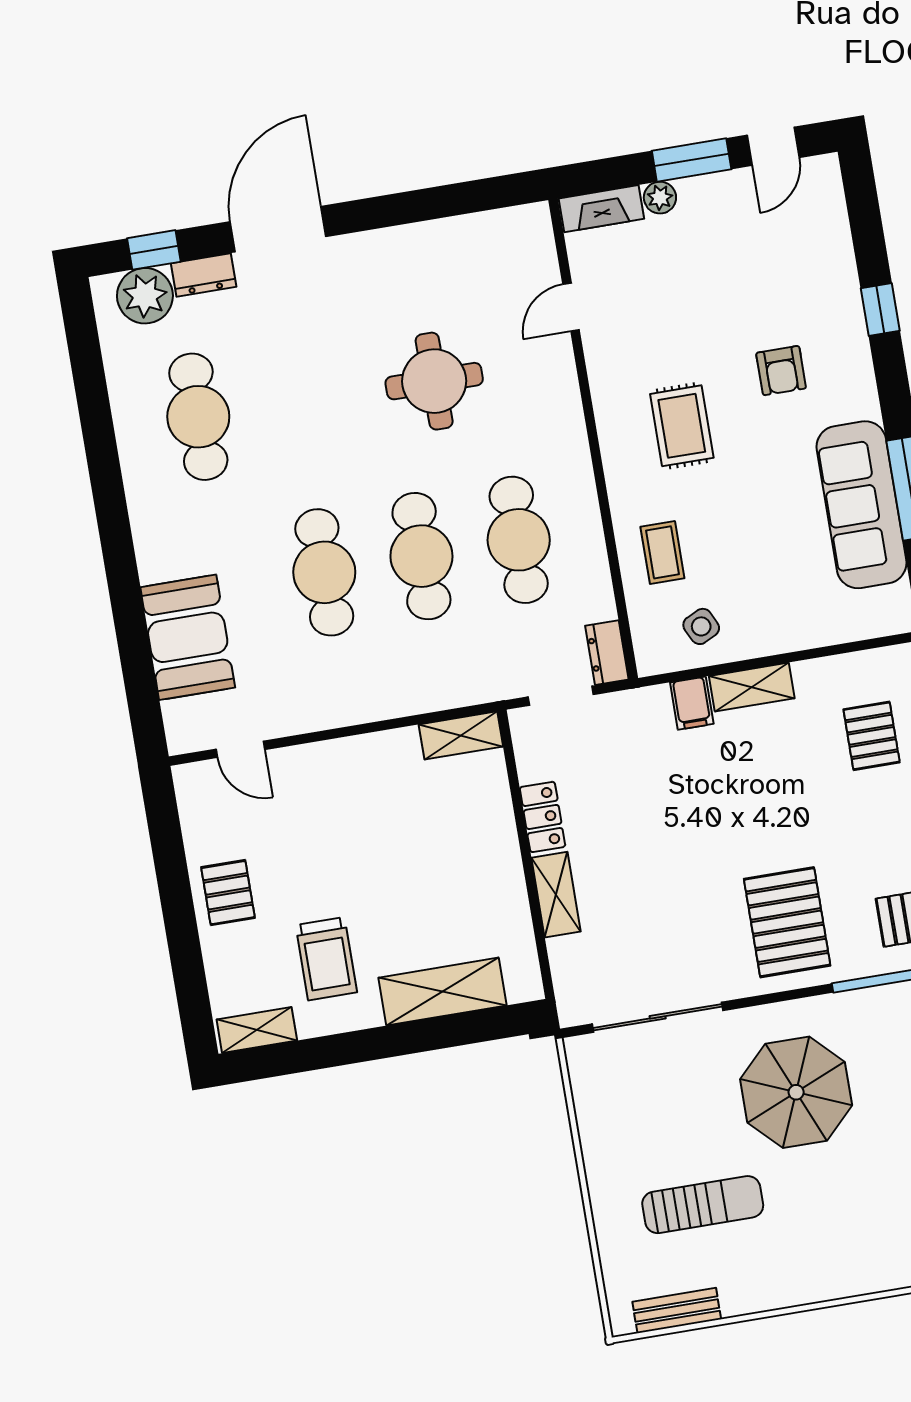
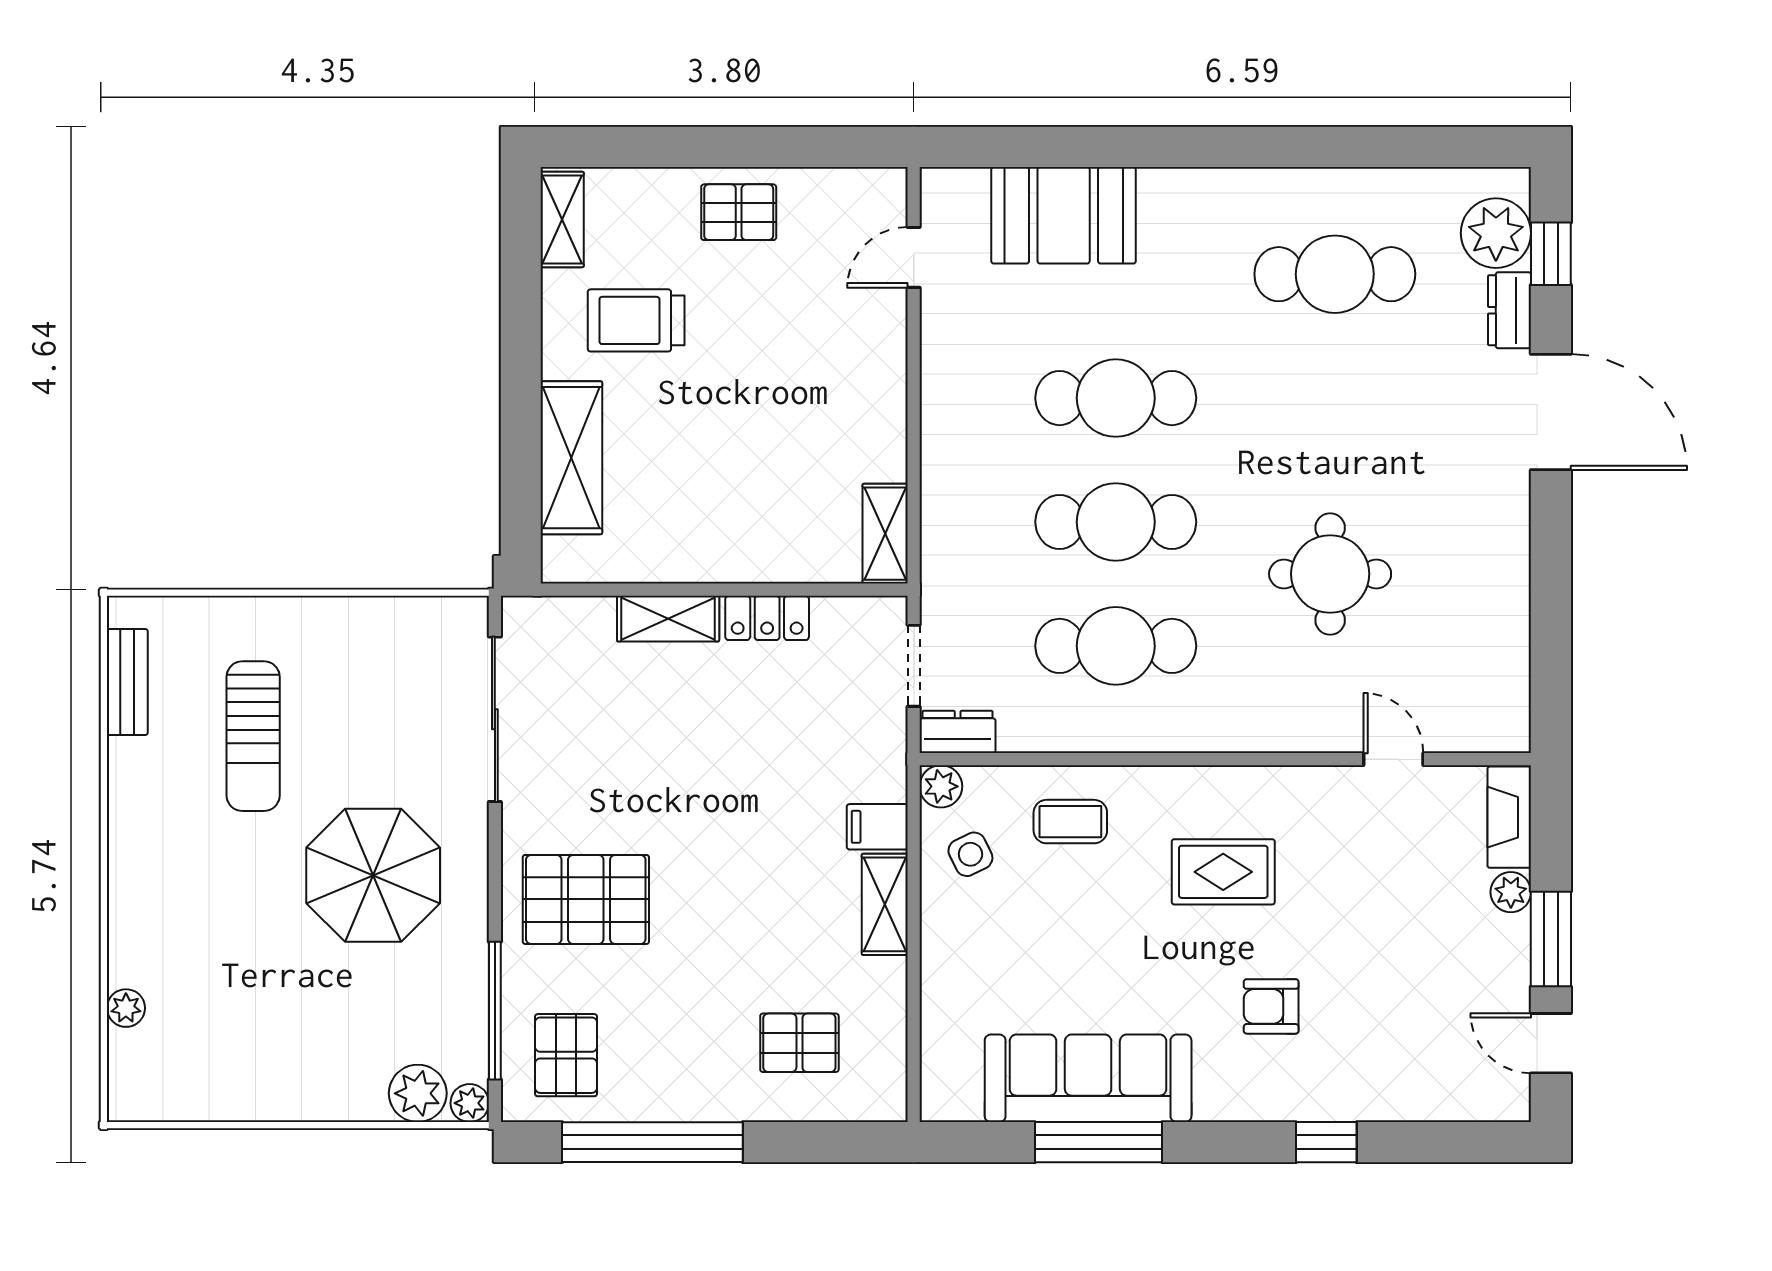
plant: (652, 659) -> (941, 786), added

